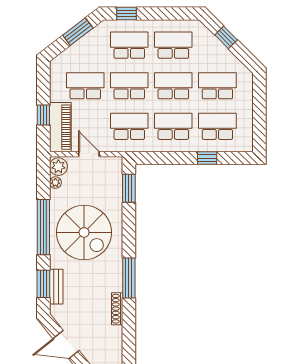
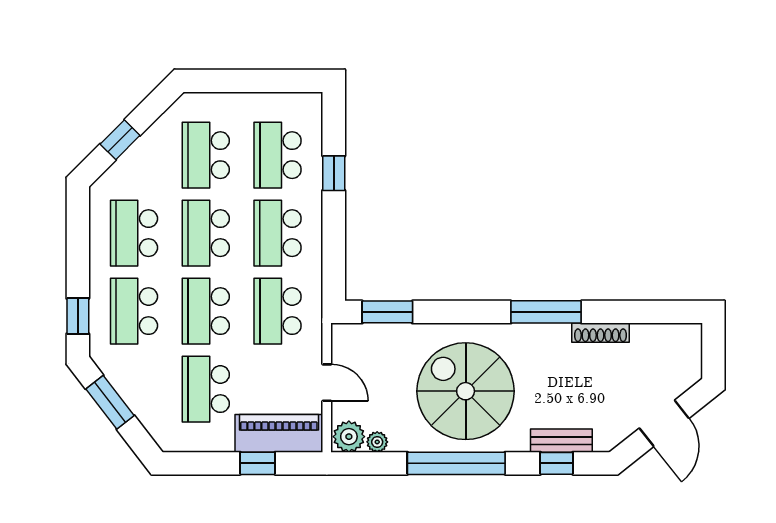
door: (89, 154) -> (327, 383), swing flipped
spiral stairs: (84, 232) -> (466, 391), turned -90
window: (43, 284) -> (557, 463), width x0.67

